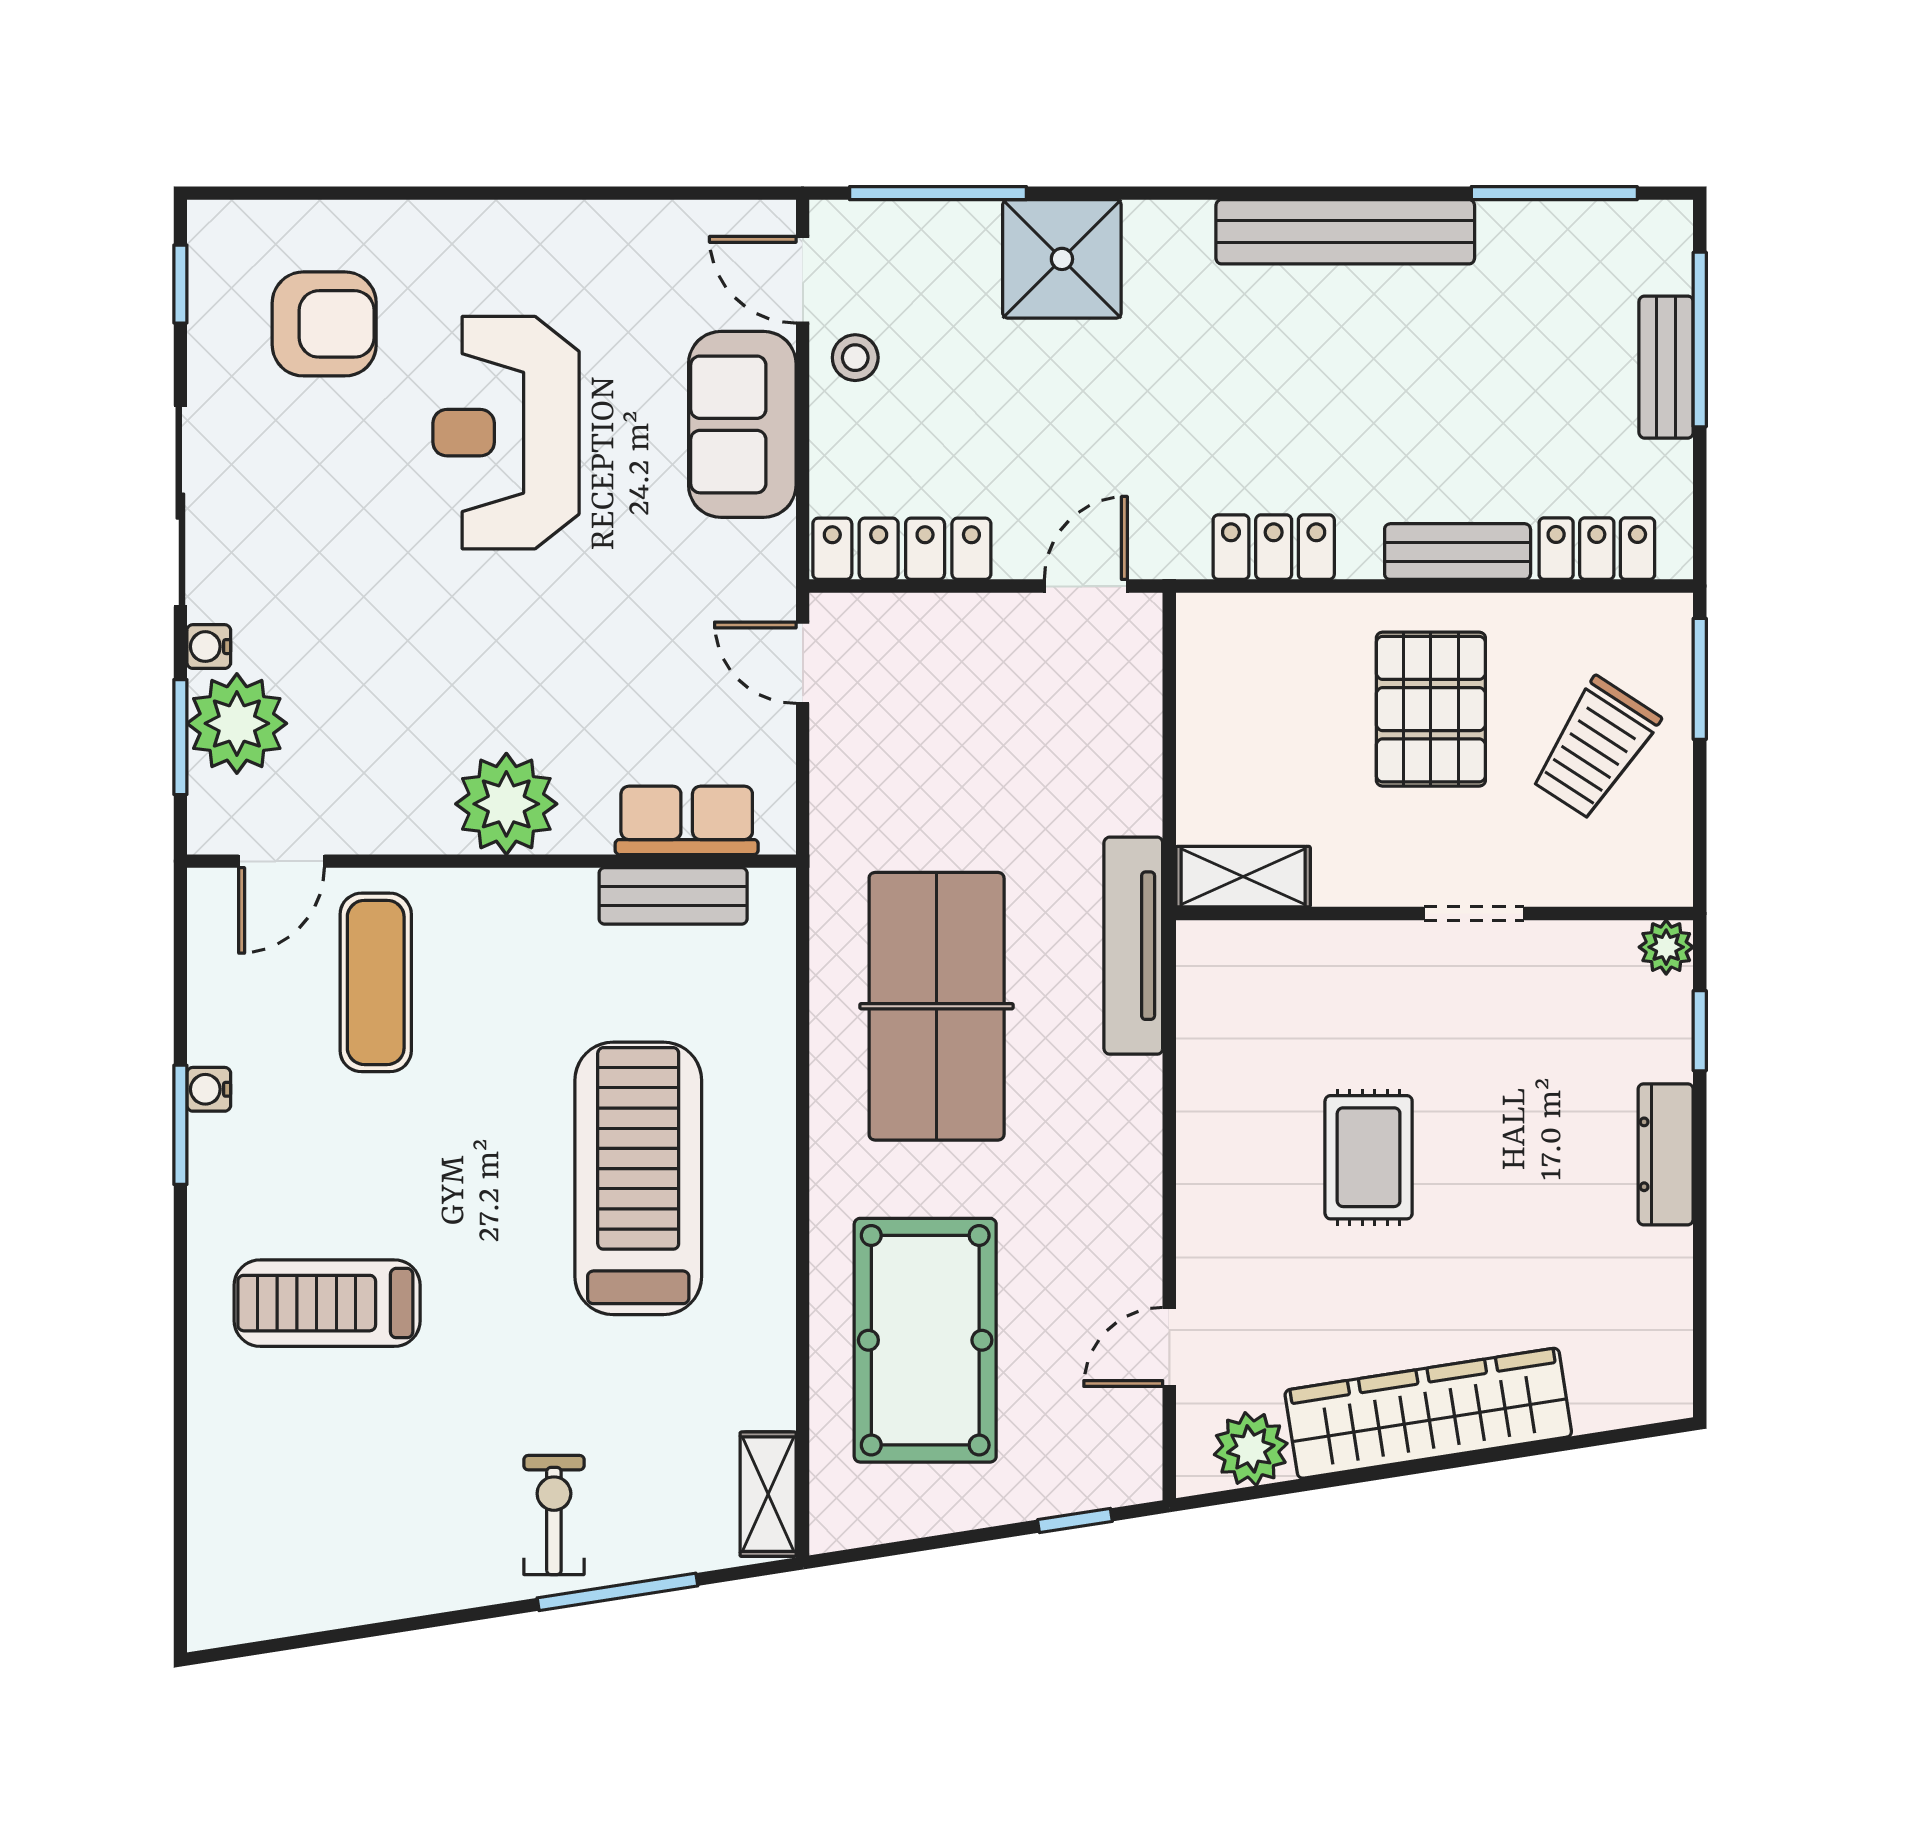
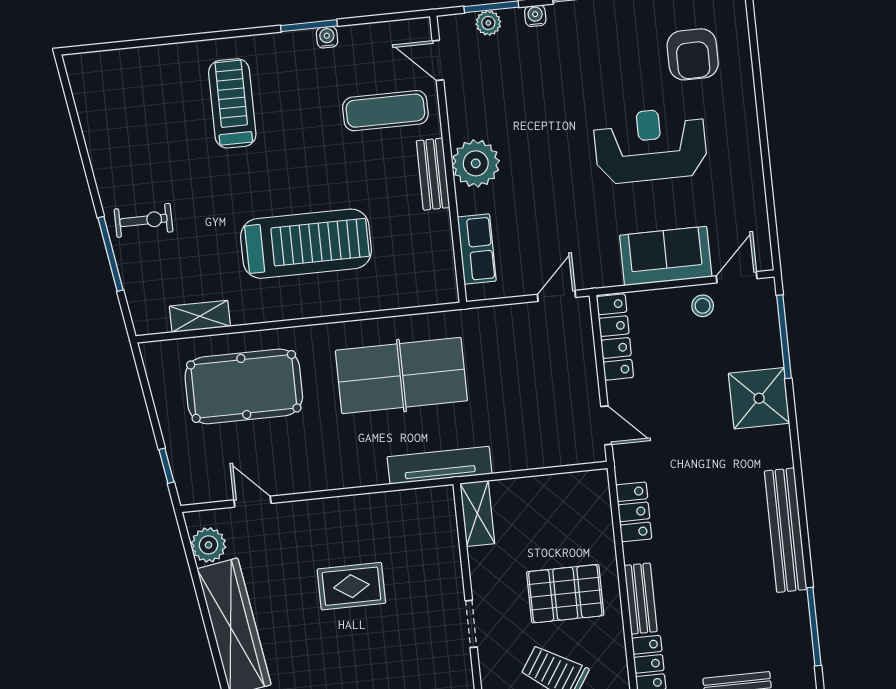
plant: (237, 723) -> (488, 23), width x0.53, depth x0.53
bench: (673, 896) -> (433, 174), moved
shelving: (768, 1494) -> (200, 316), moved

